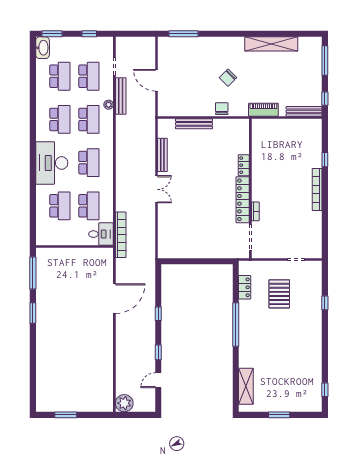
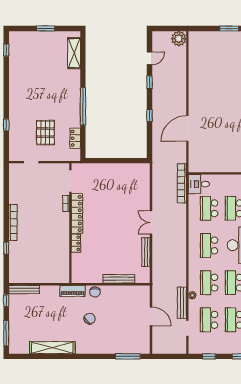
piano: (263, 110) -> (73, 291), moved

